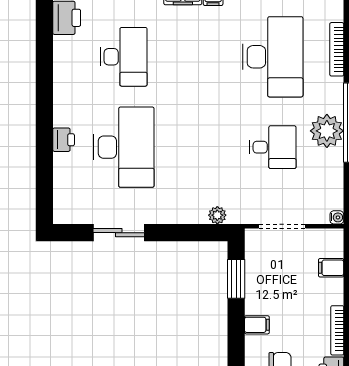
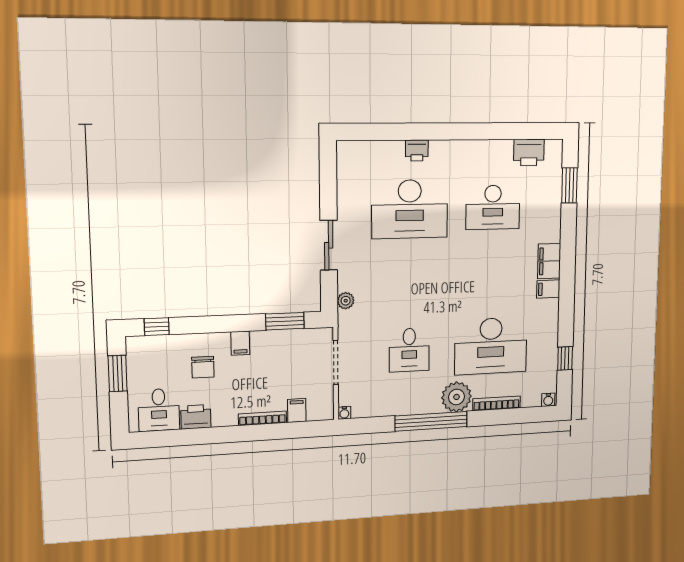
plant: (327, 131) -> (456, 397), moved
sliding door: (119, 233) -> (329, 245), moved
bookcase: (337, 330) -> (262, 418), moved

